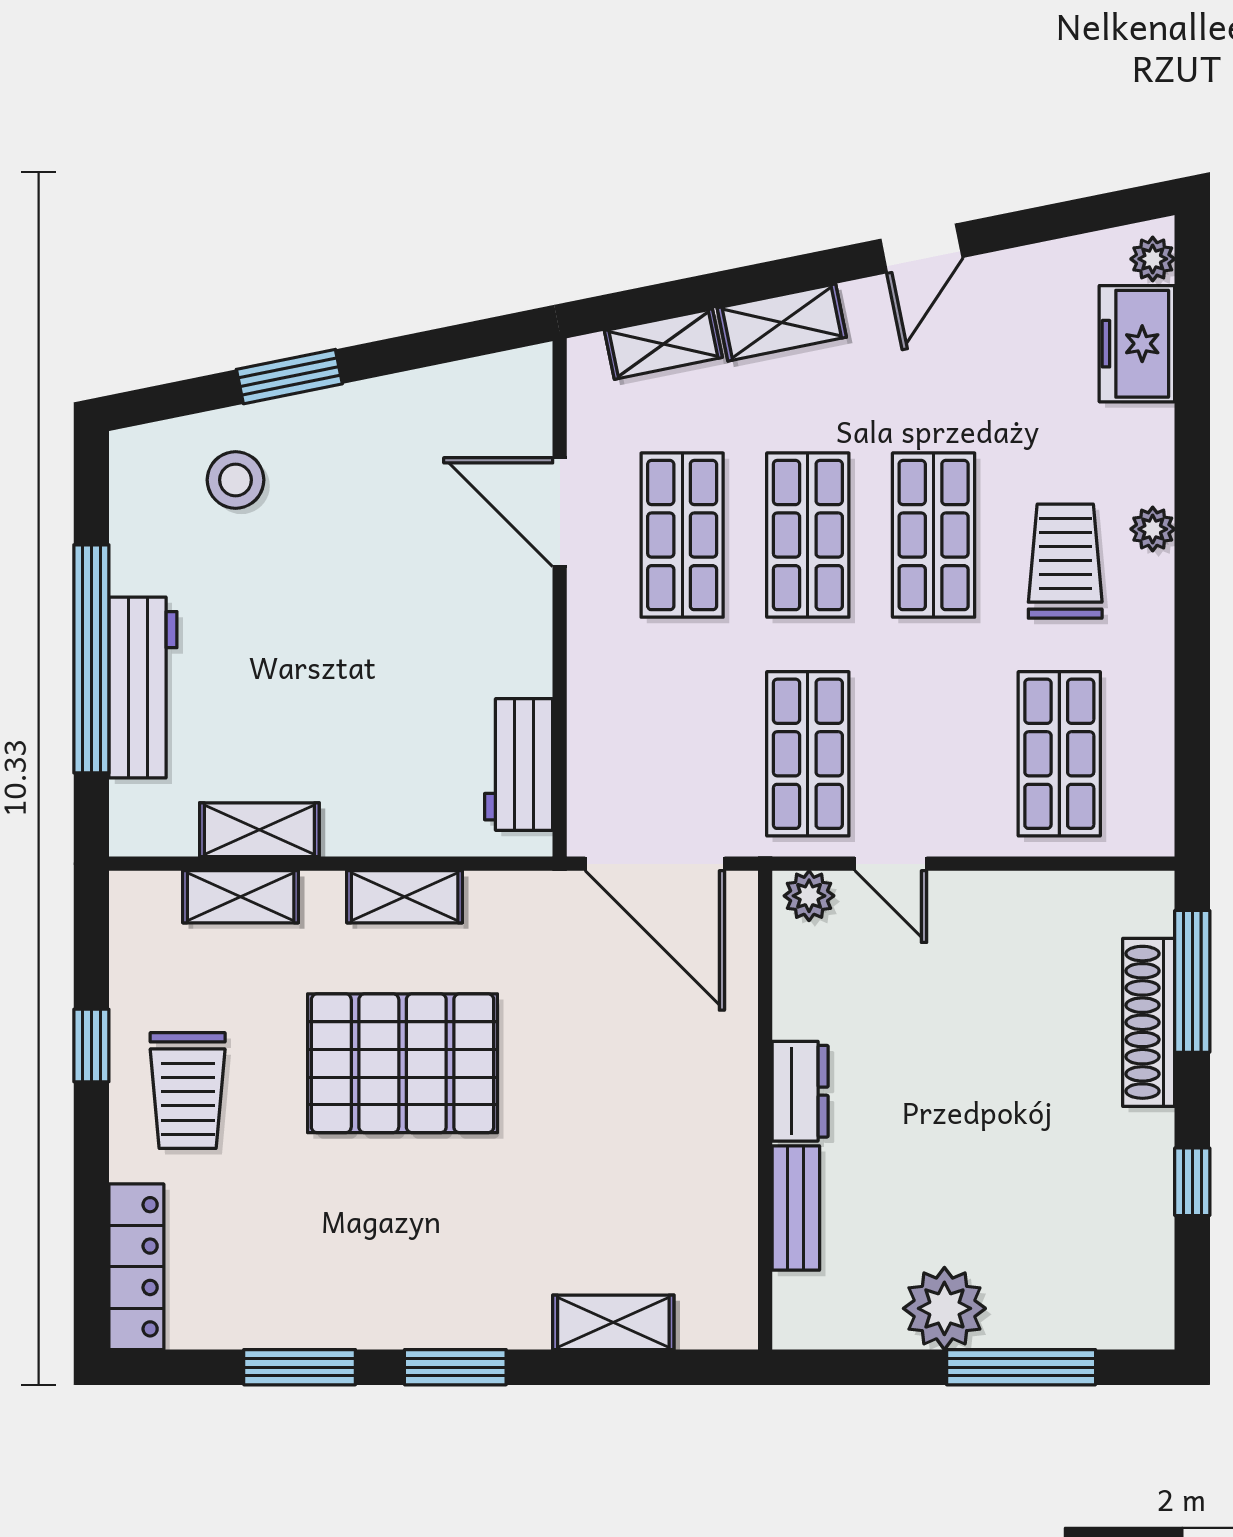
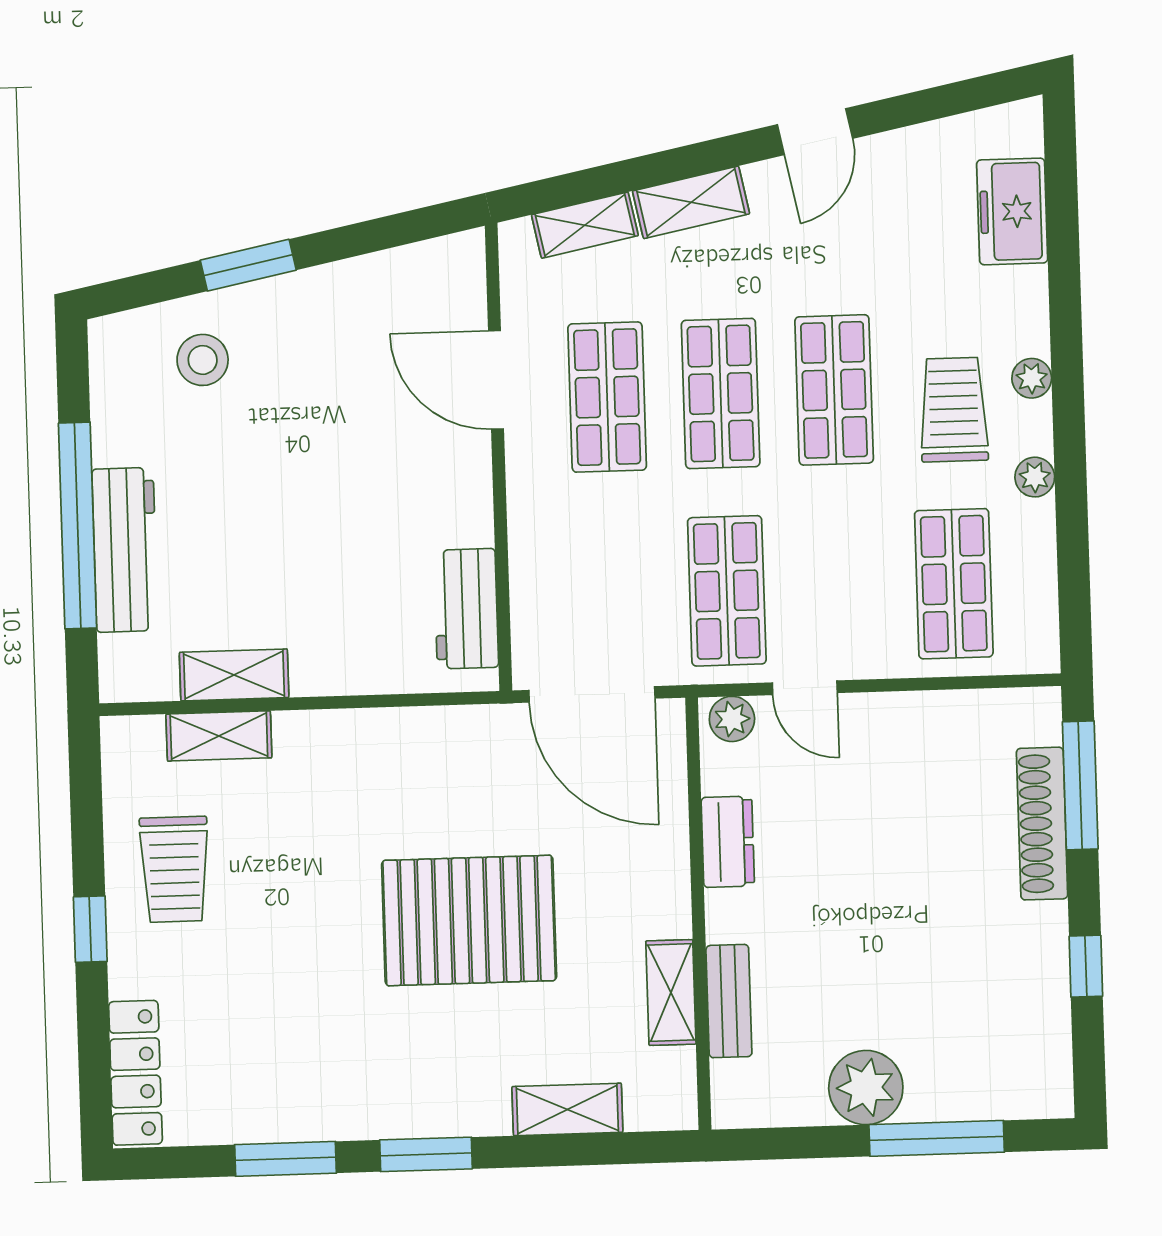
plant: (1153, 259) -> (1035, 477), moved
shelving: (405, 897) -> (671, 992), moved, turned 90
window: (91, 1045) -> (90, 929), moved
pallet: (403, 1063) -> (469, 920), moved
trolley: (188, 1091) -> (174, 869), moved
dresser: (800, 1091) -> (728, 842), moved

